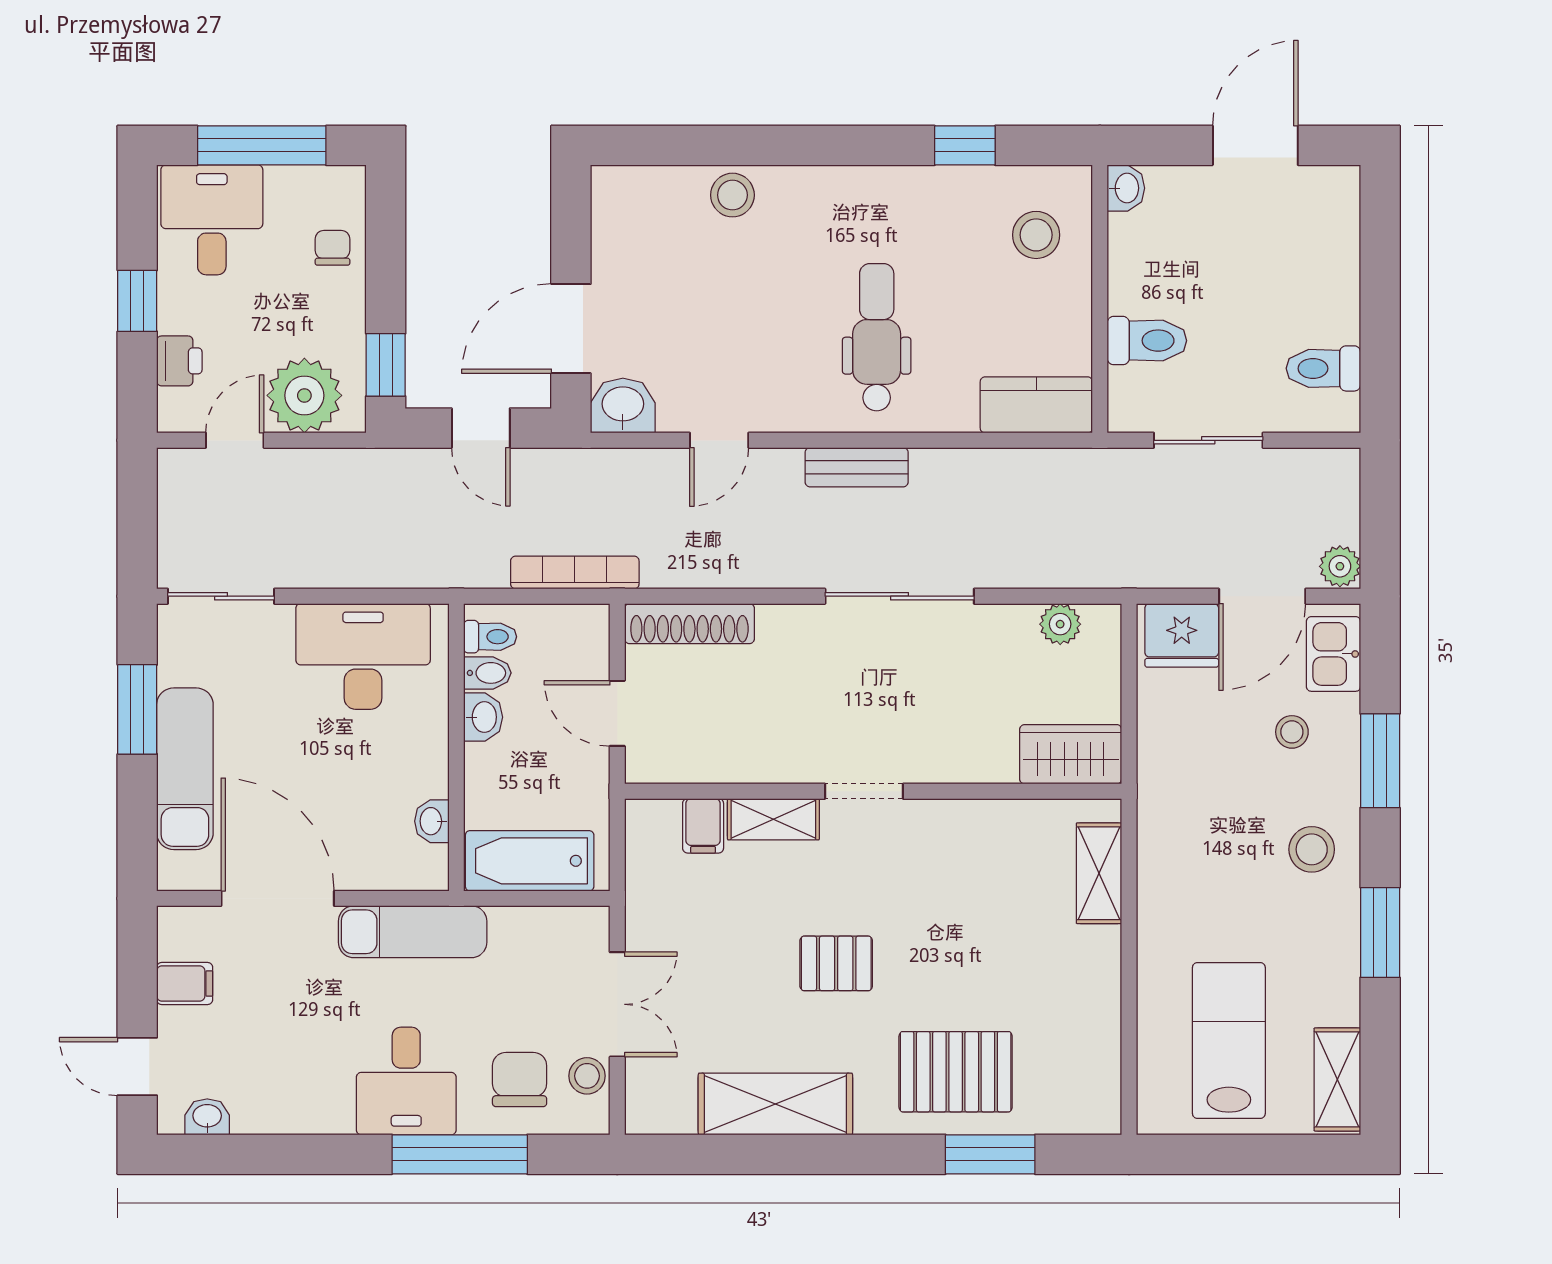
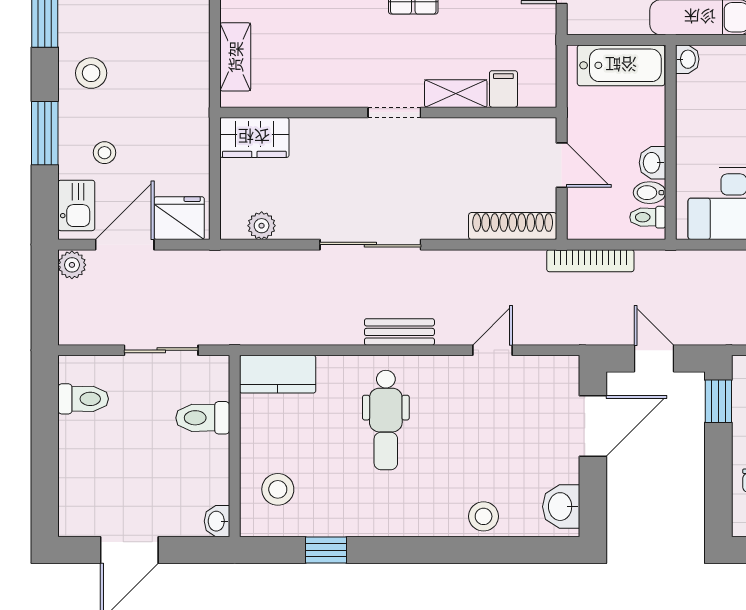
washbasin: (623, 406) -> (561, 507), moved, turned 90
washbasin: (432, 821) -> (687, 59), moved

